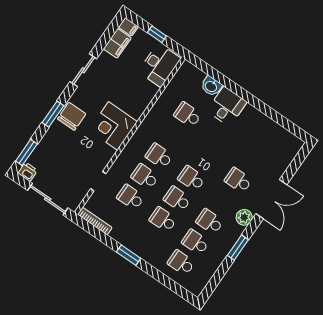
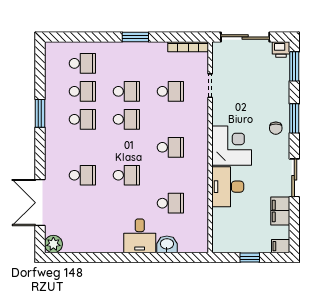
filing cabinet: (117, 43) -> (280, 211), moved
desk: (160, 65) -> (228, 187), moved
chair: (72, 116) -> (276, 128), width x0.54, depth x0.54
school desk: (145, 177) -> (170, 119), removed
school desk: (192, 178) -> (126, 175), moved
double door: (271, 199) -> (40, 203), moved
plant: (244, 217) -> (53, 244), moved

